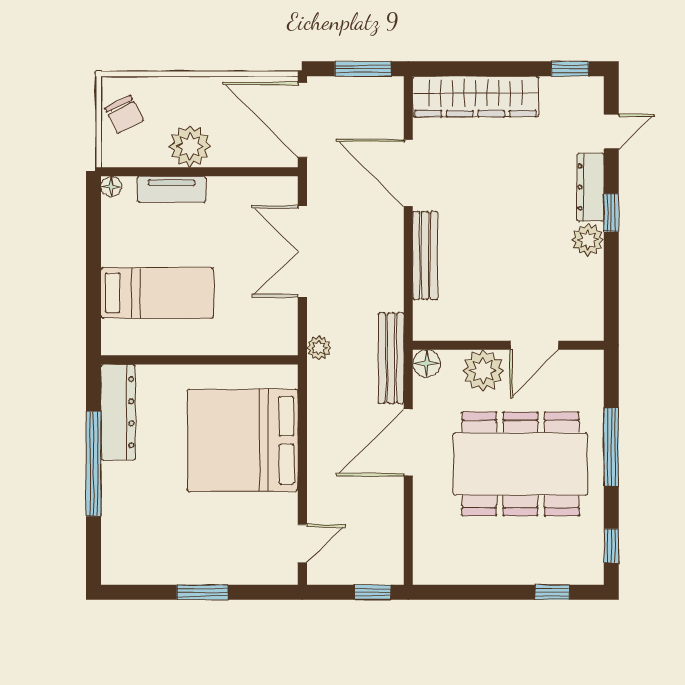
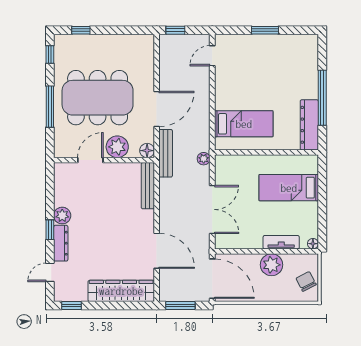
bench: (425, 255) -> (148, 186), moved
bed: (243, 440) -> (244, 124), width x0.49

